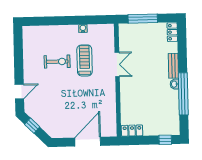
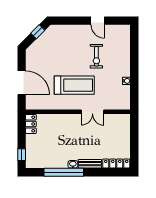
window: (143, 19) -> (134, 136), removed
locker: (172, 32) -> (116, 163), width x1.53
treadmill: (85, 60) -> (74, 85), moved, width x1.37, depth x1.38
door: (19, 91) -> (98, 21), moved

